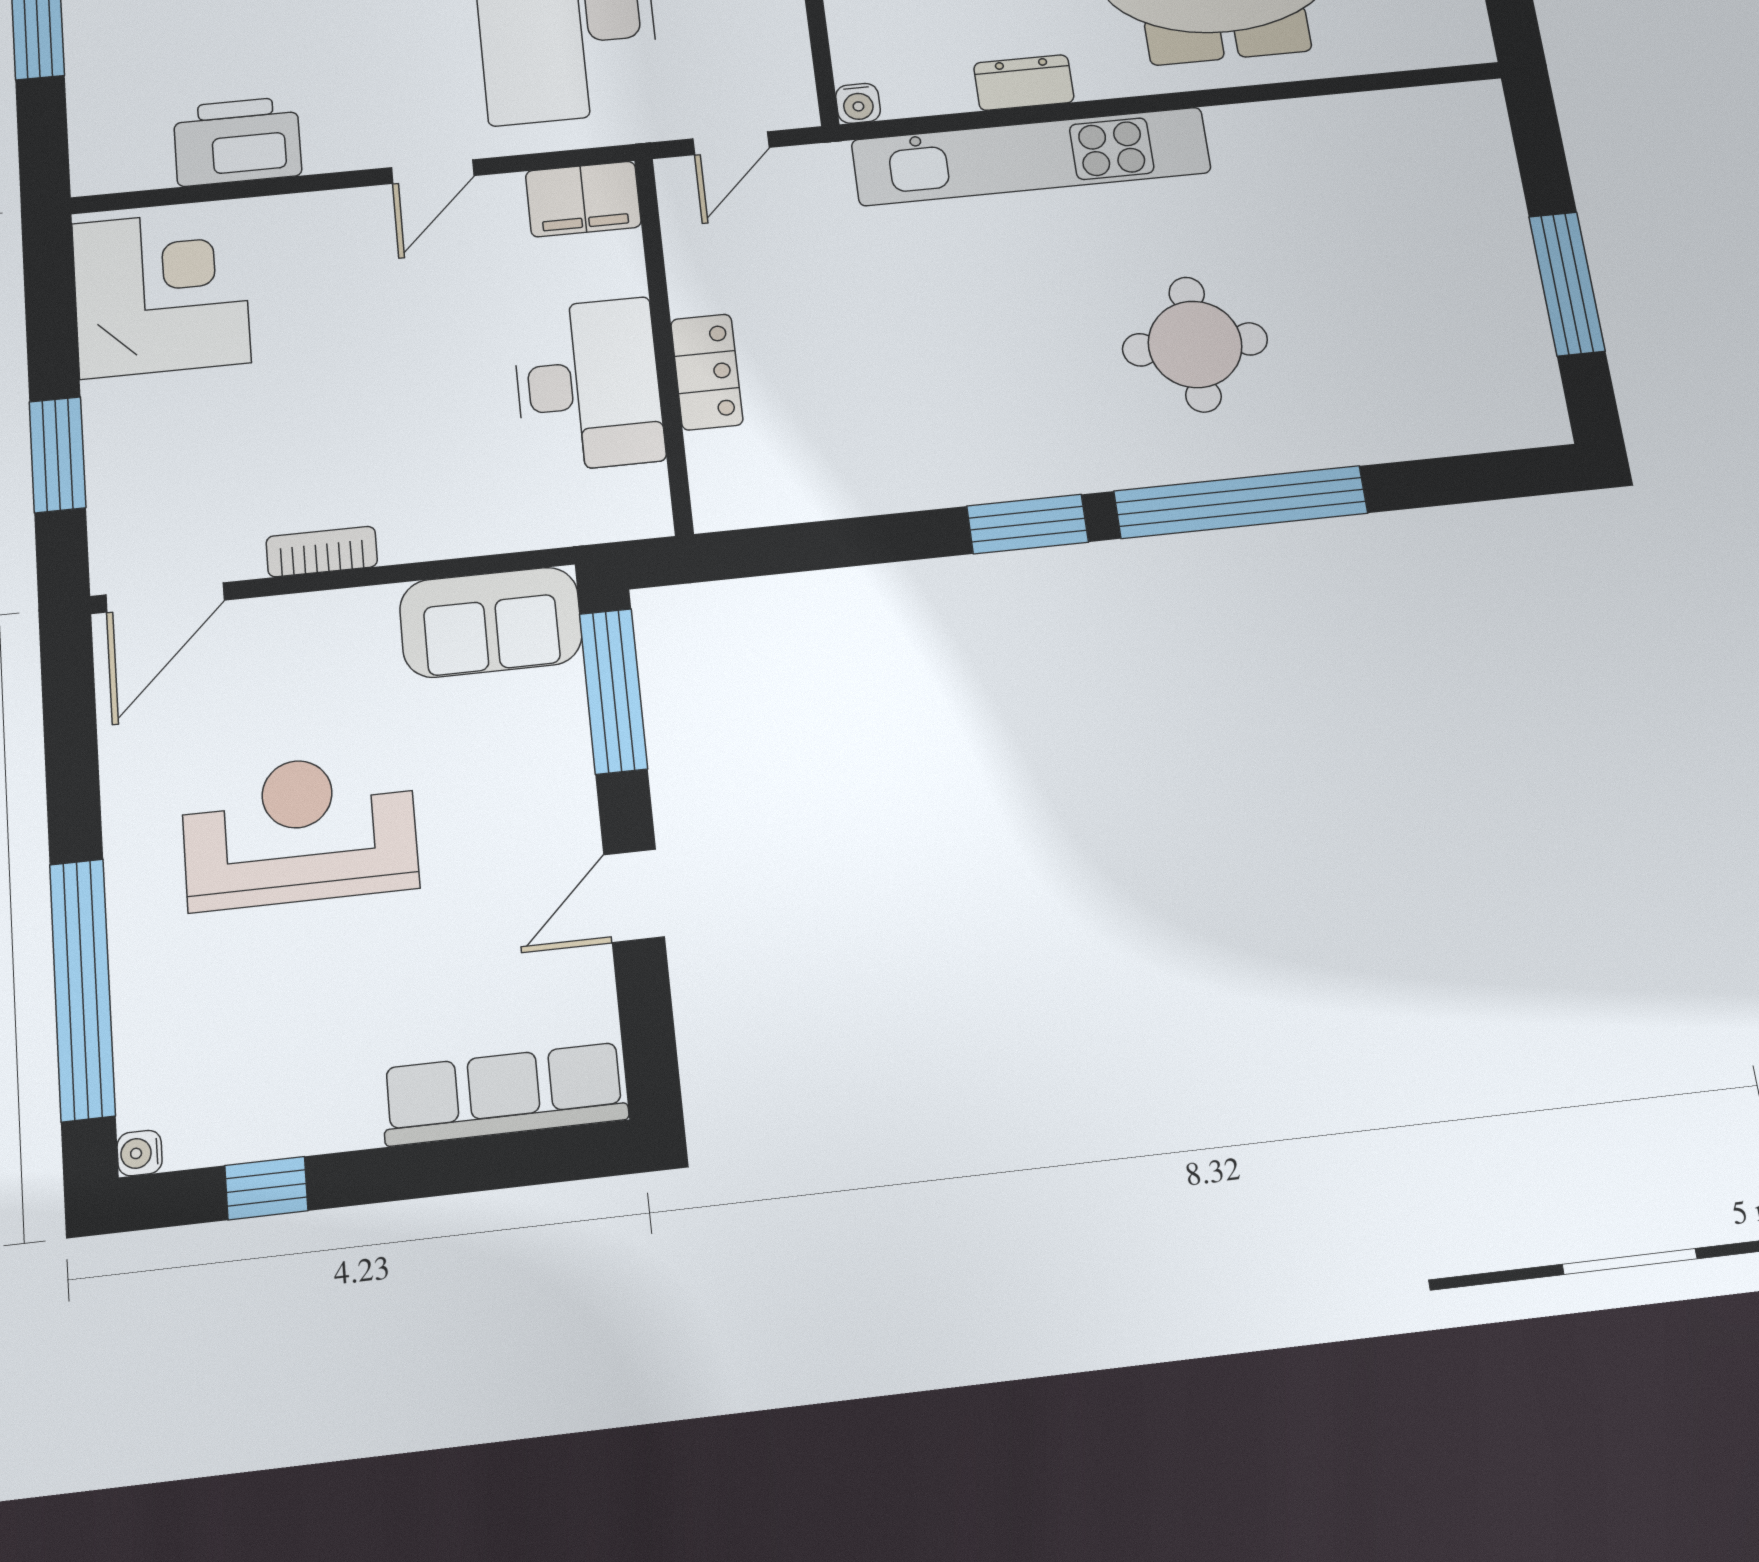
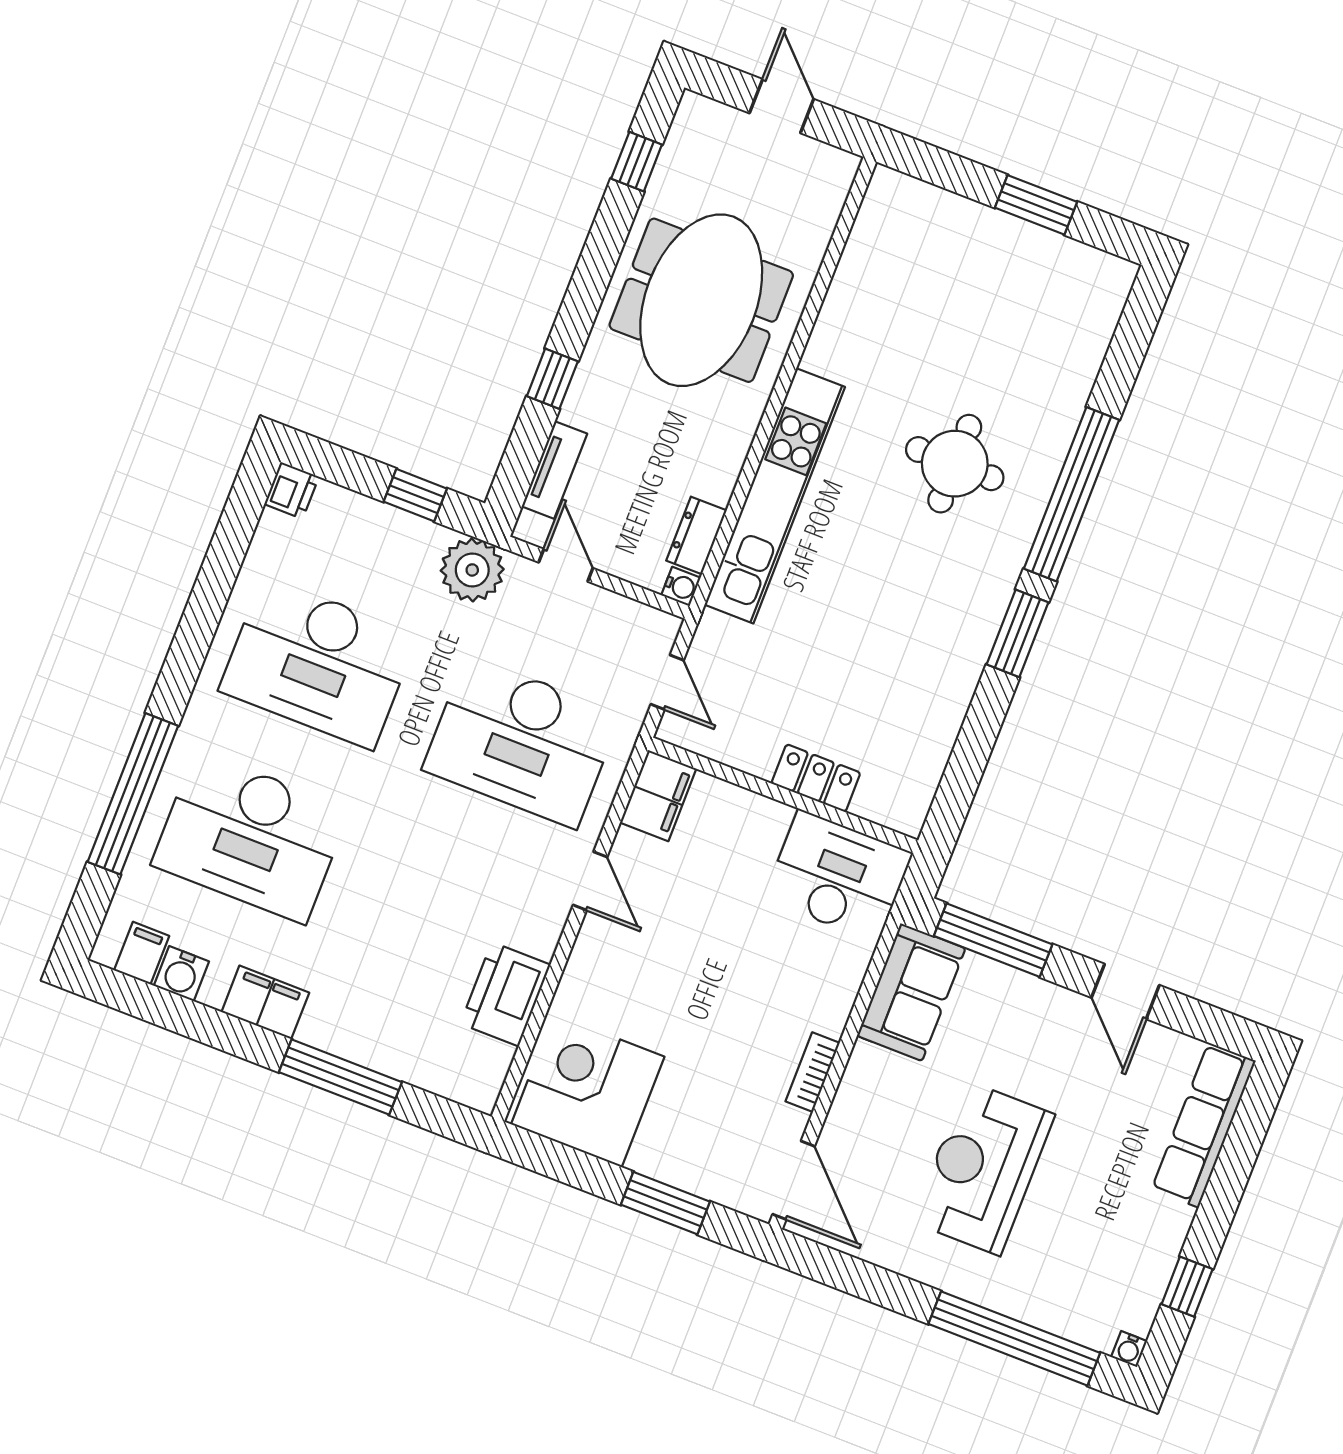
dresser: (1024, 83) -> (696, 536), moved
window: (1567, 284) -> (1036, 205), width x0.69
desk: (588, 385) -> (838, 876), moved

